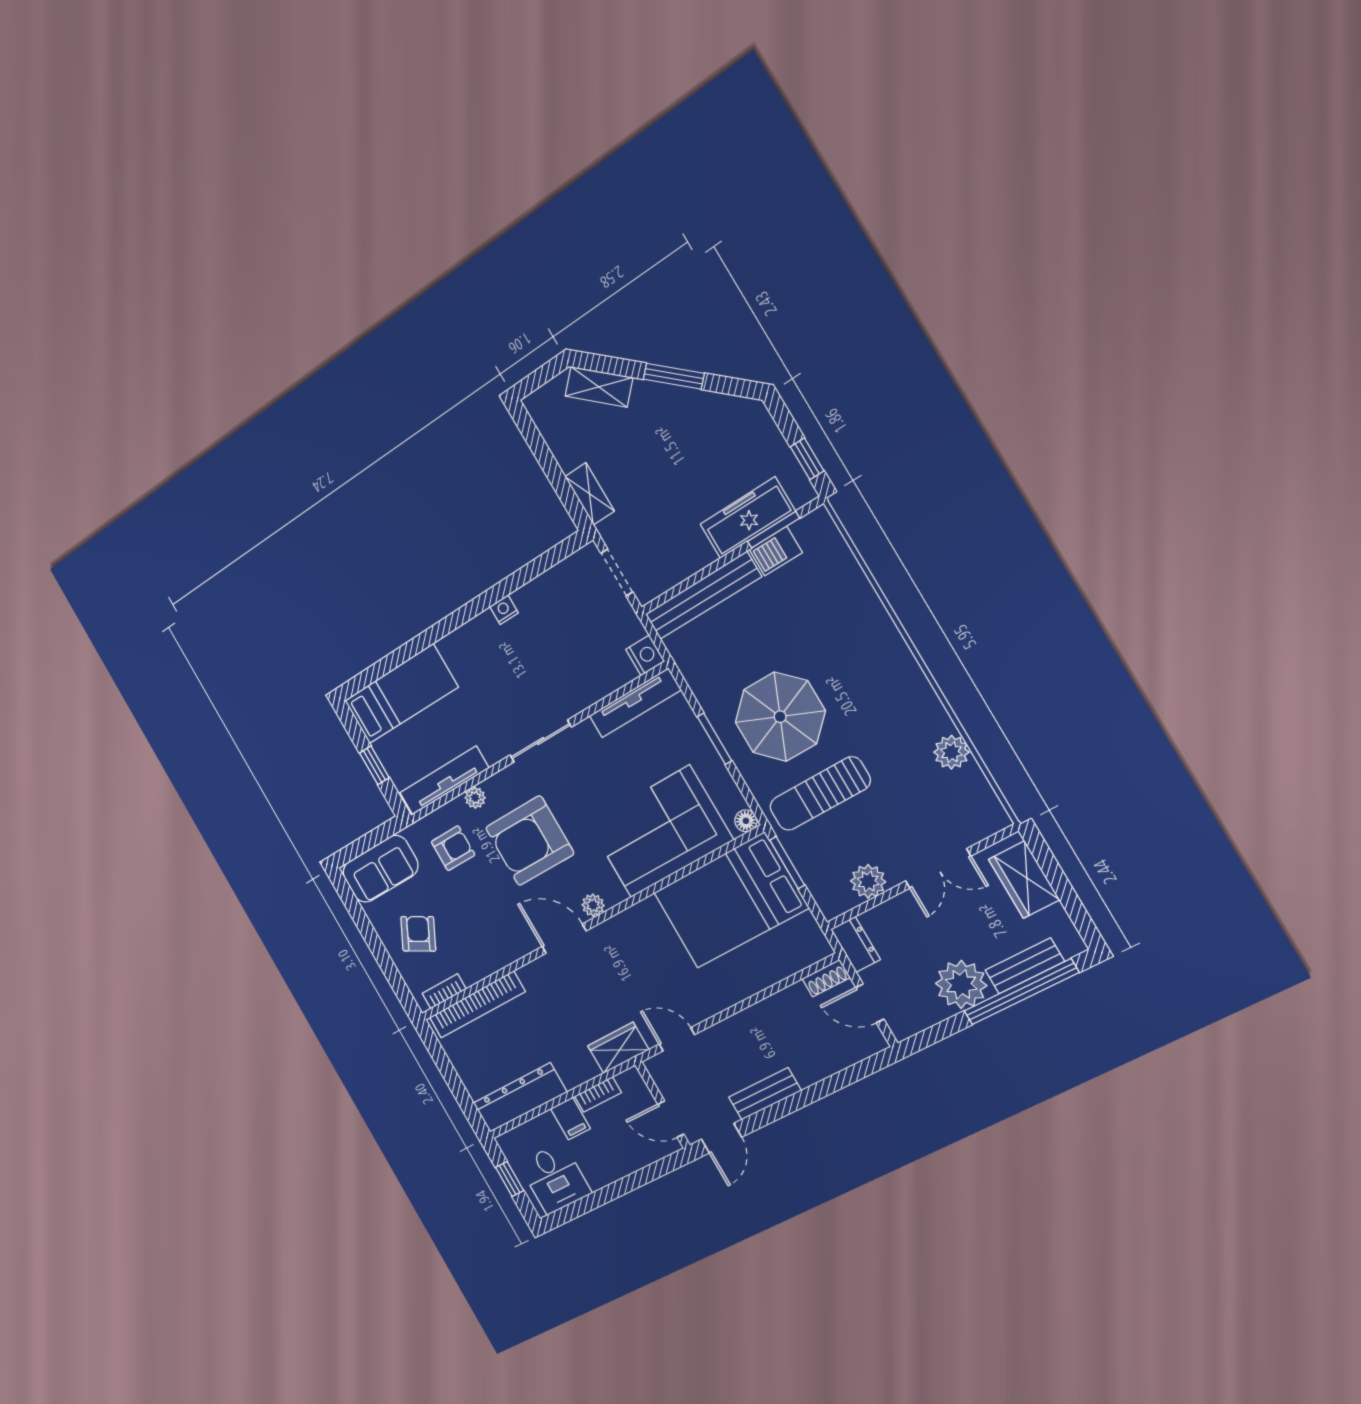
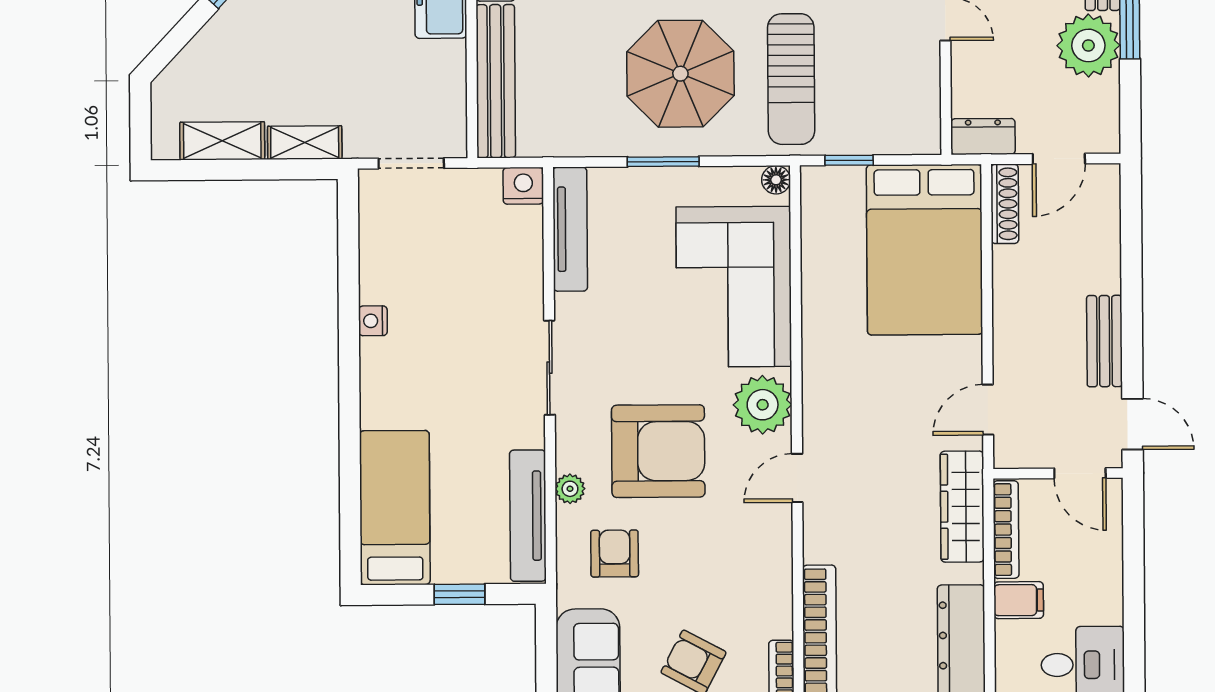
shelving: (599, 387) -> (222, 141), moved, turned 47
armchair: (530, 841) -> (658, 451), turned -90
window: (787, 863) -> (849, 160), width x0.67
plant: (868, 881) -> (919, 82), removed
bed: (731, 900) -> (924, 250), moved
plant: (593, 905) -> (763, 405), width x1.87, depth x1.87
door: (564, 939) -> (797, 478), width x0.73
shoe rack: (826, 978) -> (1005, 204), width x1.43
wardrobe: (618, 1048) -> (962, 507), width x1.50
bookcase: (598, 1094) -> (1006, 530), width x1.56
door: (671, 1119) -> (1080, 473), hinge flipped

